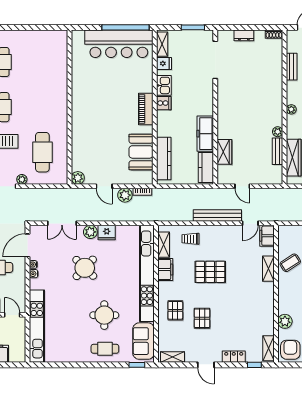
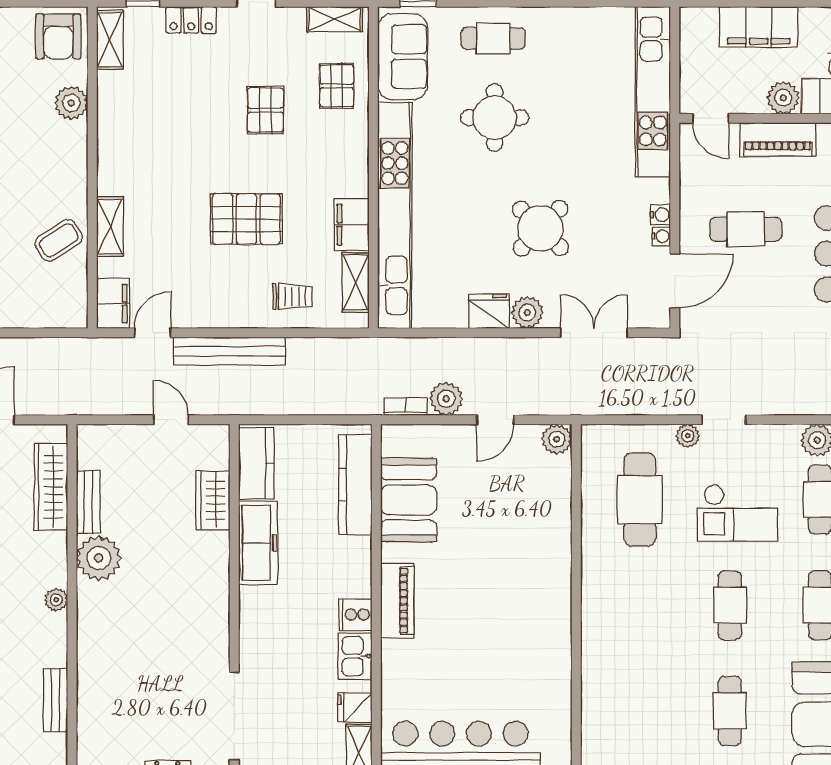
plant: (278, 132) -> (99, 558), width x1.87, depth x1.87
door: (104, 186) -> (495, 420), swing flipped
pallet: (175, 310) -> (337, 86), moved

